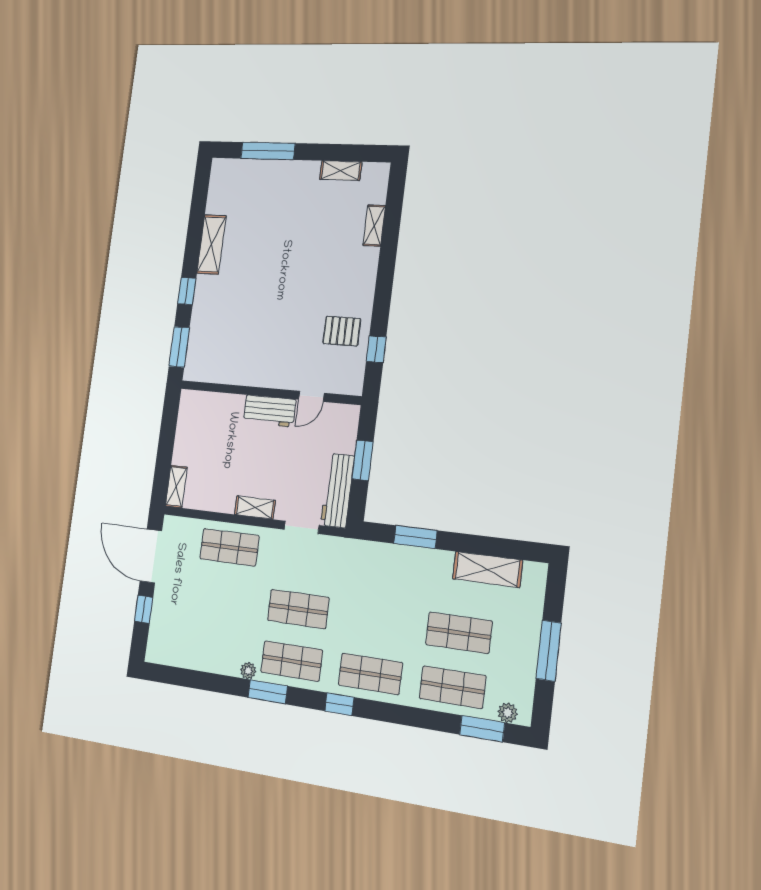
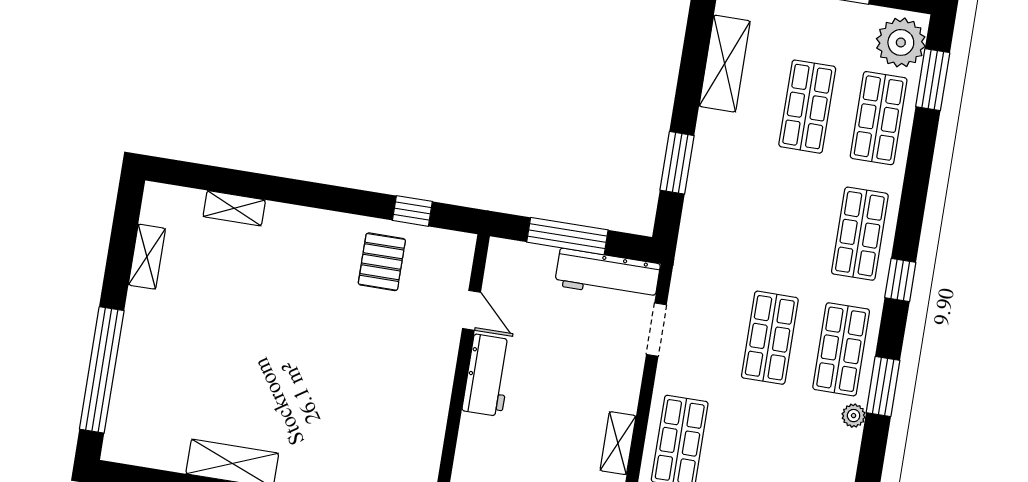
window: (268, 151) -> (102, 370), width x1.46
window: (363, 460) -> (567, 236), width x1.44
shelving: (255, 507) -> (618, 443), moved
plant: (508, 713) -> (901, 42), width x1.87, depth x1.87

